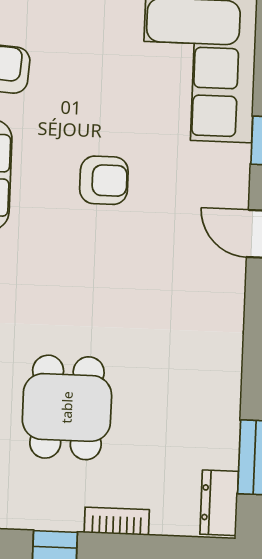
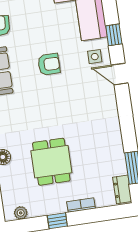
side table: (214, 183) -> (95, 57), added

